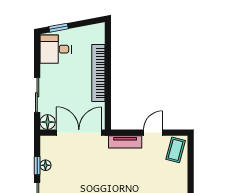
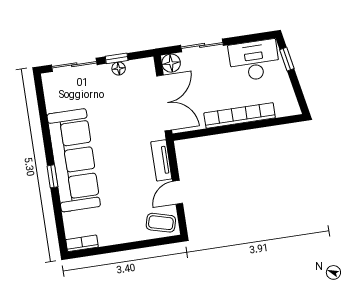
desk: (56, 49) -> (254, 60), width x1.37
door: (153, 133) -> (178, 192), swing flipped

